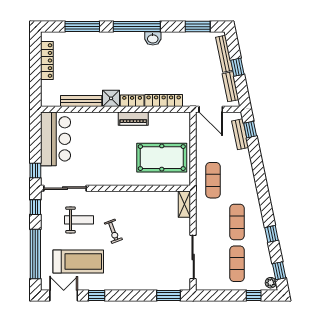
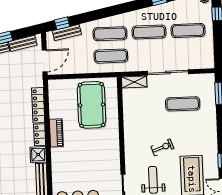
exercise mat: (237, 180) -> (110, 34), added
exercise mat: (159, 255) -> (183, 104), added
sliding door: (193, 257) -> (168, 72), moved

